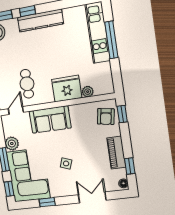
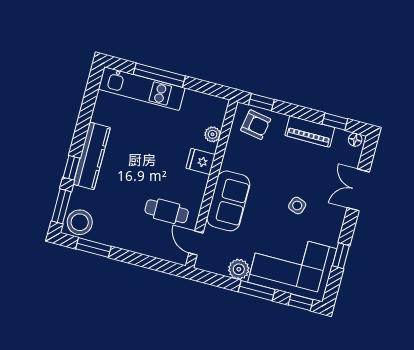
fridge: (67, 89) -> (201, 161), width x0.53, depth x0.75

